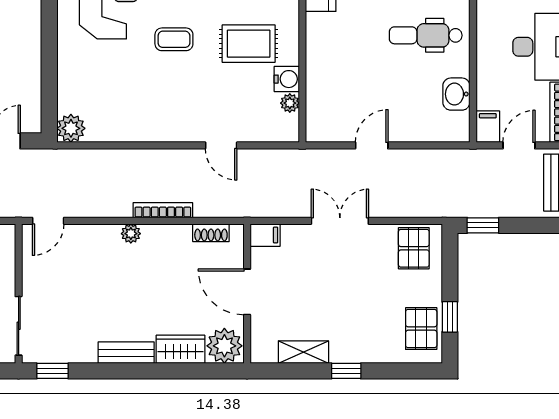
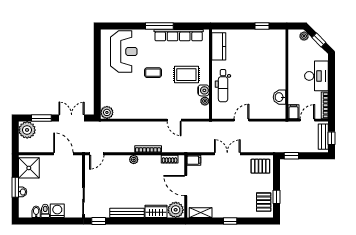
dental chair: (426, 35) -> (223, 86), moved, turned -90
pallet: (414, 248) -> (260, 166), turned 90
shelving: (303, 352) -> (201, 213), moved
bench: (126, 353) -> (127, 213), width x1.36

